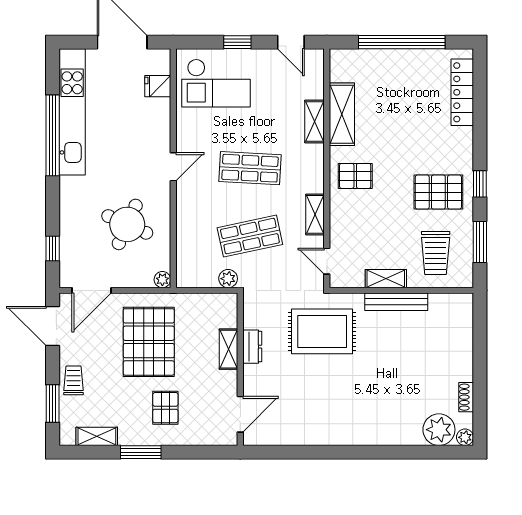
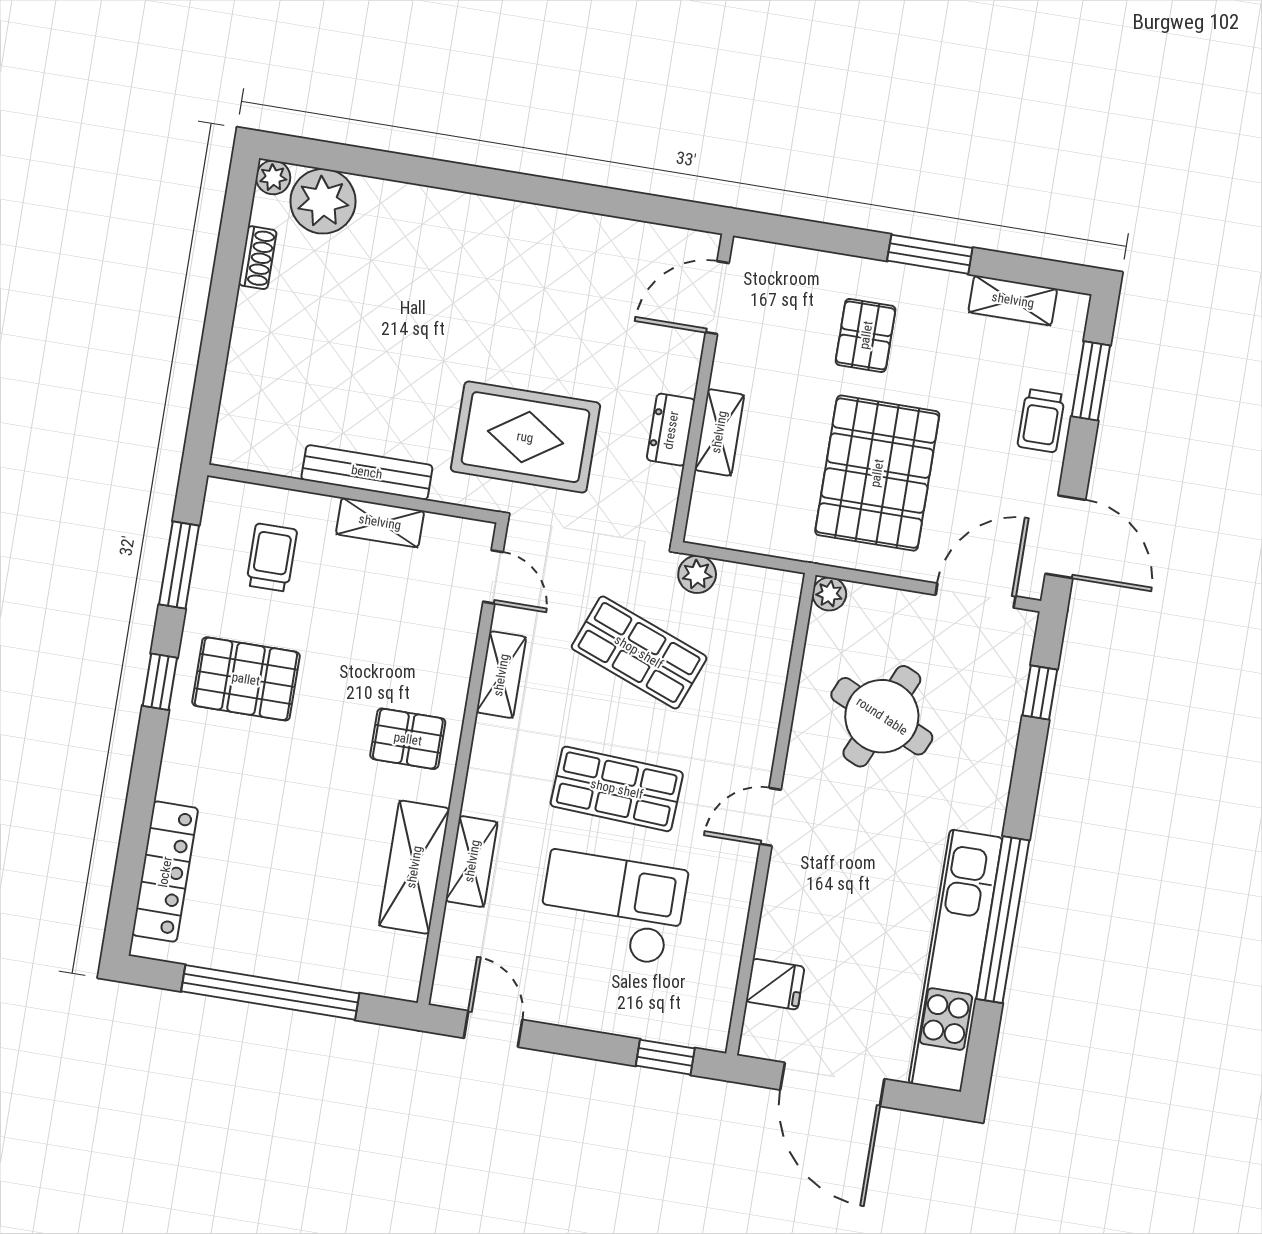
window: (237, 42) -> (665, 1057), moved
checkout: (216, 83) -> (612, 908), moved
shop shelf: (250, 236) -> (639, 652), turned 33
trolley: (436, 253) -> (272, 557), width x0.73, depth x0.72

